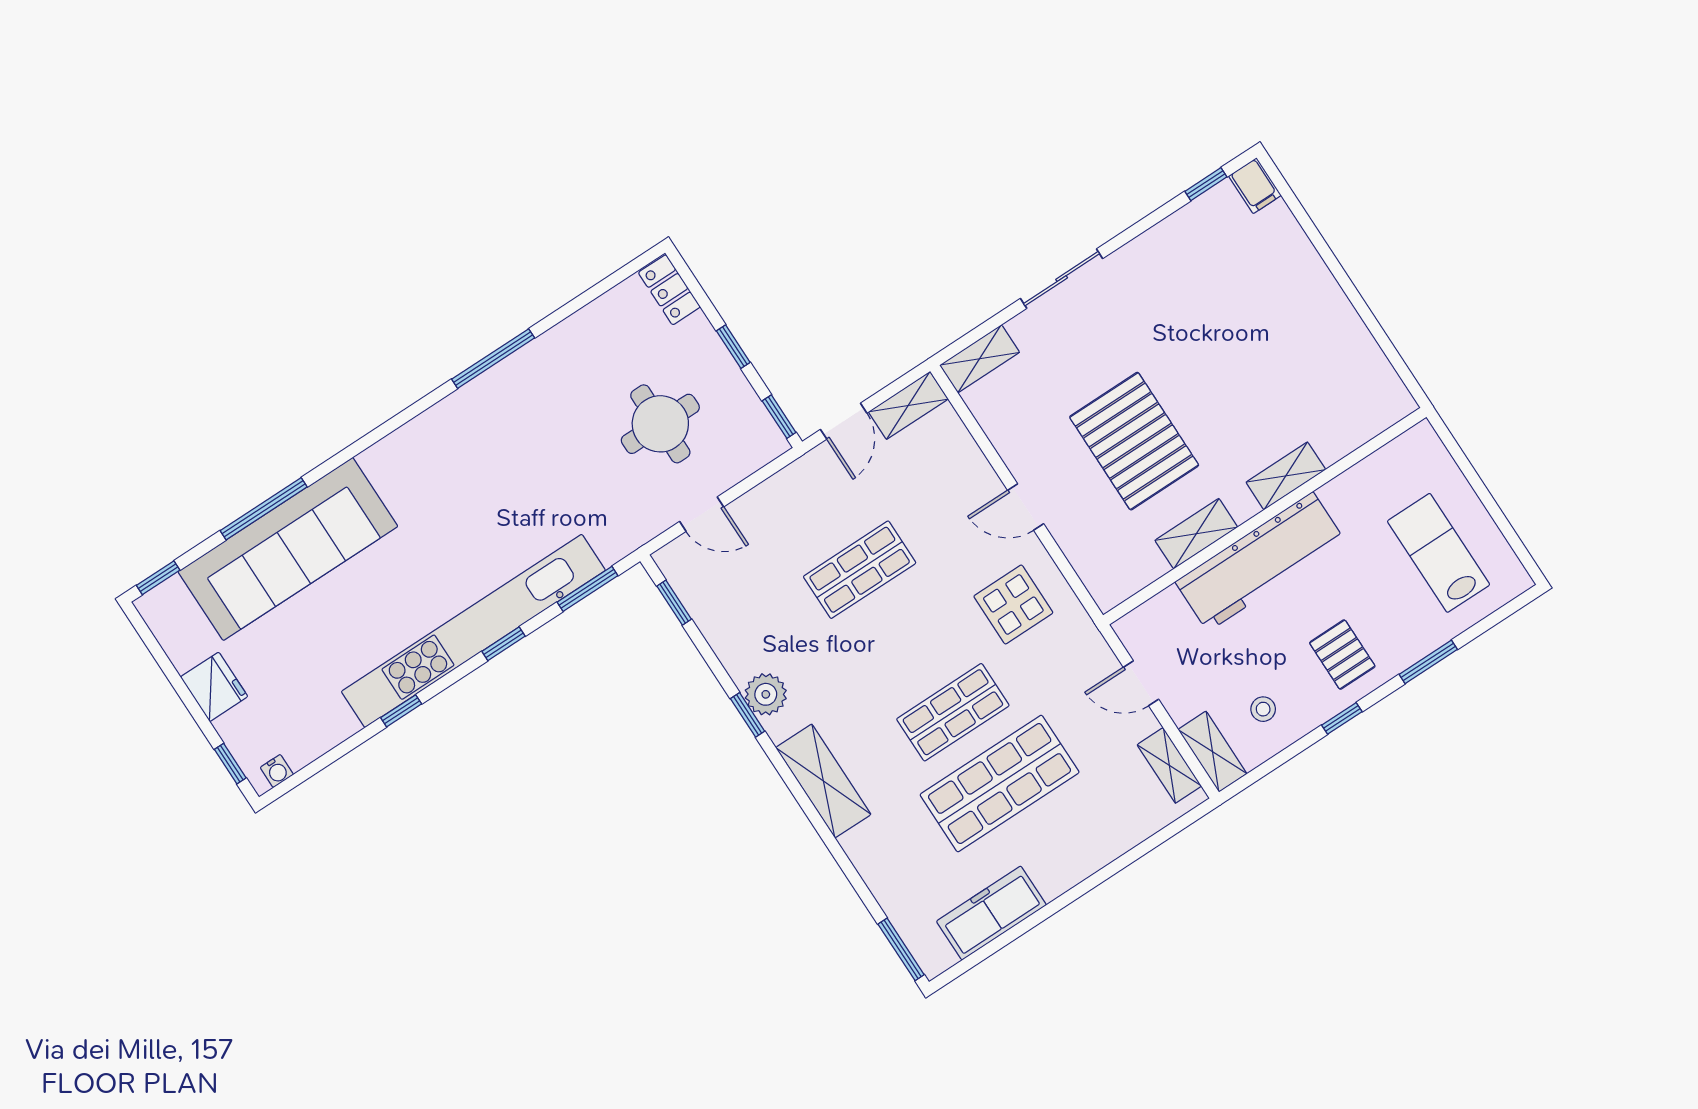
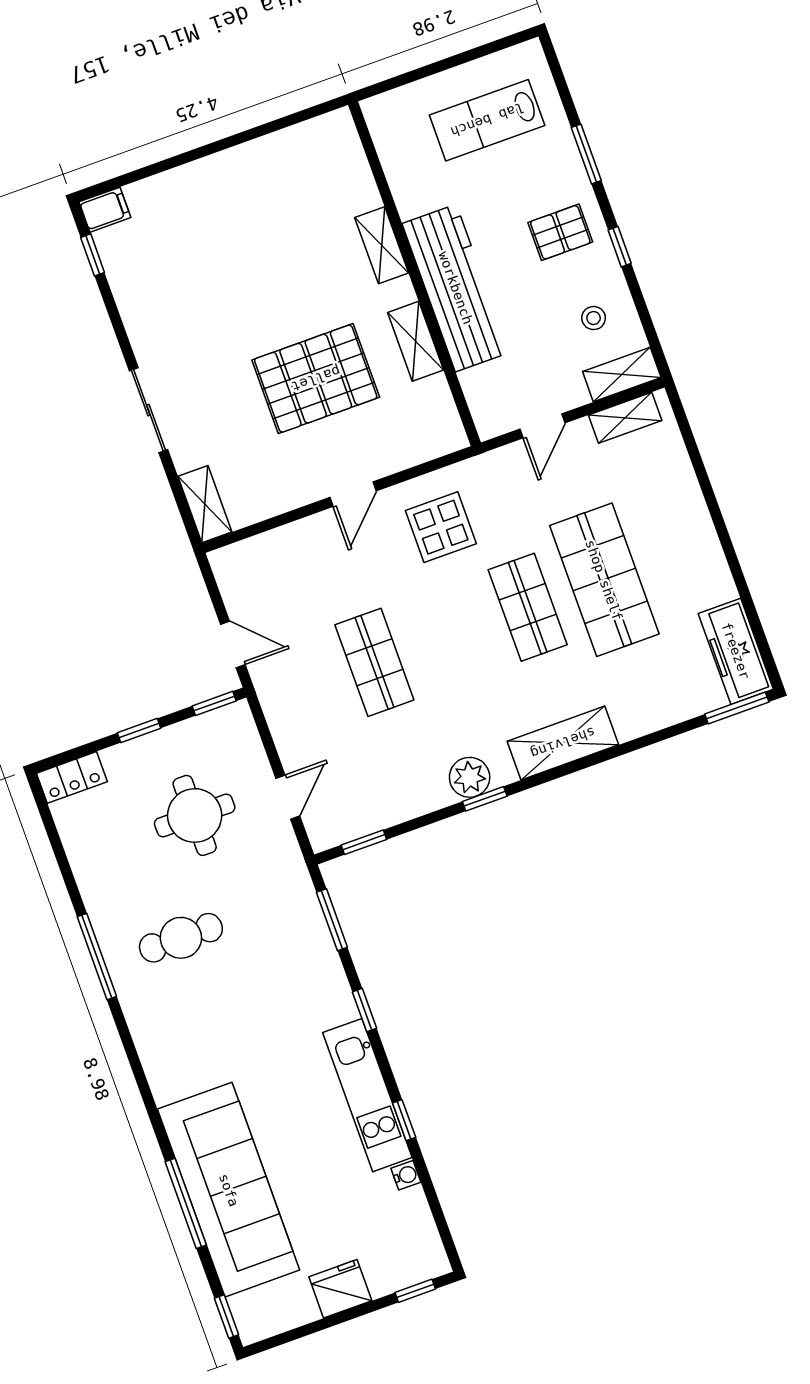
shelving: (908, 405) -> (232, 581), removed
cafe table: (533, 440) -> (181, 938), added
kitchen unit: (473, 631) -> (367, 1095), width x0.54
water cooler: (277, 771) -> (406, 1175), moved
freezer: (991, 913) -> (736, 651), moved

